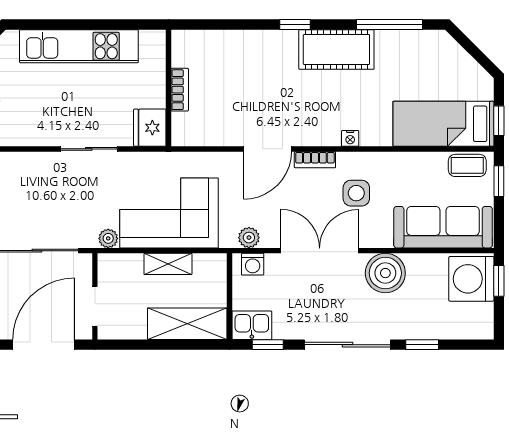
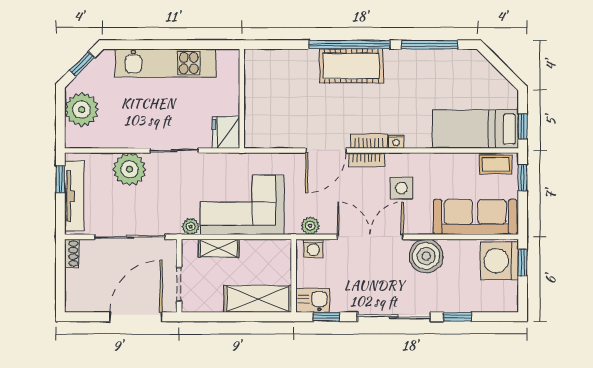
window: (295, 24) -> (349, 45), width x3.17
cot: (336, 50) -> (351, 66), moved
bookcase: (180, 90) -> (369, 141), moved, turned -90
plant: (36, 171) -> (129, 169), added
shelving: (168, 264) -> (219, 248), moved

